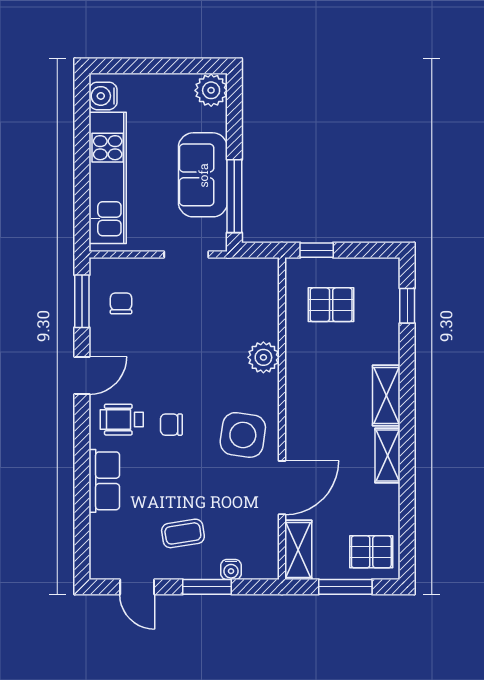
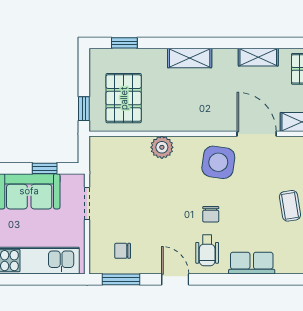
window: (234, 196) -> (45, 168), width x0.46
pallet: (331, 305) -> (124, 98), width x1.50, depth x1.42
shelving: (388, 456) -> (258, 57), moved

